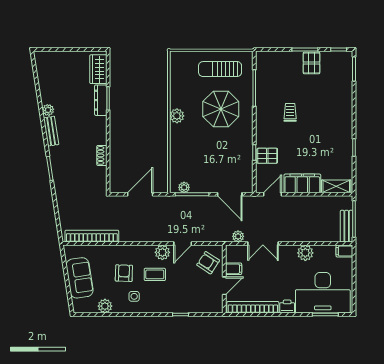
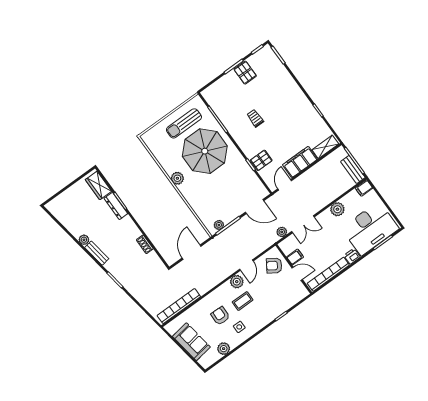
parasol: (221, 109) -> (205, 151), width x1.36, depth x1.36
door: (224, 286) -> (297, 274), hinge flipped

